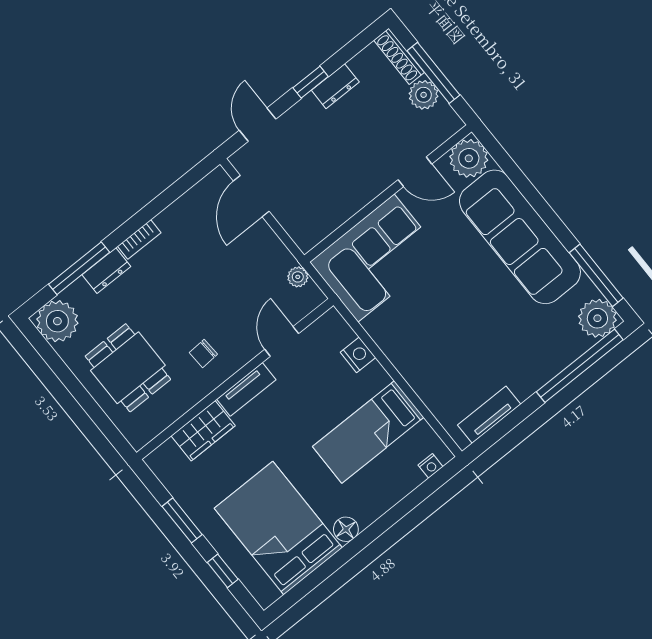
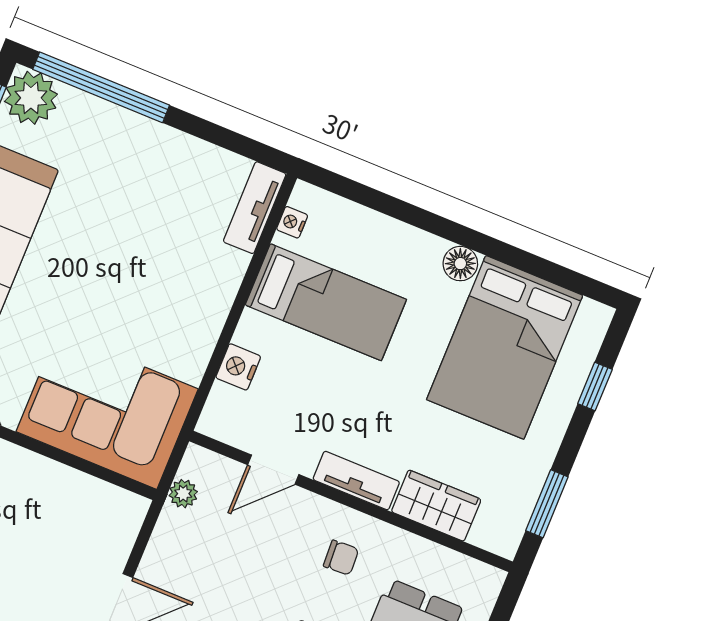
tv unit: (489, 415) -> (255, 208), moved, turned 90
nightstand: (431, 466) -> (292, 222), moved, turned -90
window: (182, 520) -> (547, 504), moved

